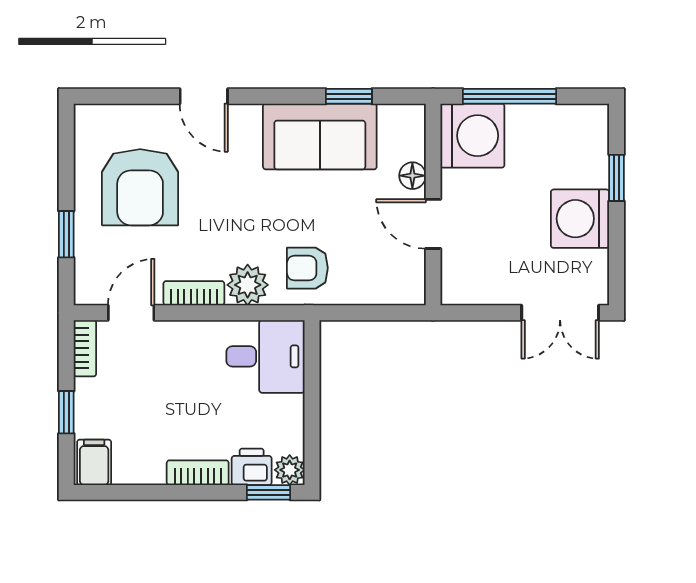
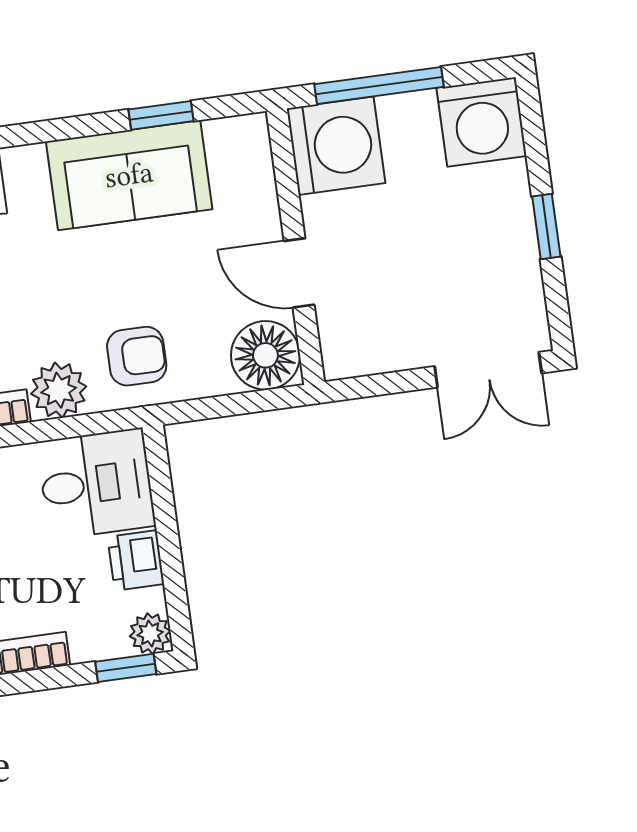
floor lamp: (412, 176) -> (265, 355), moved, width x1.89, depth x1.89
window: (616, 178) -> (546, 226), moved
washing machine: (580, 219) -> (481, 122), moved, turned -90
armchair: (307, 268) -> (137, 356), turned 180
printer: (252, 467) -> (136, 560), moved, turned -90

